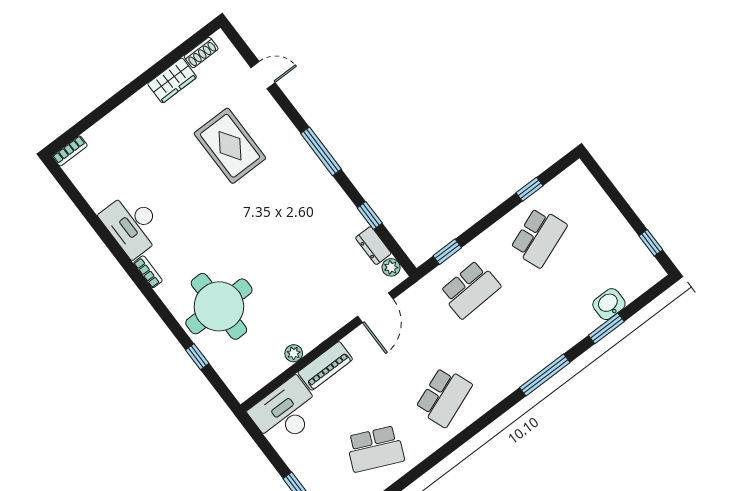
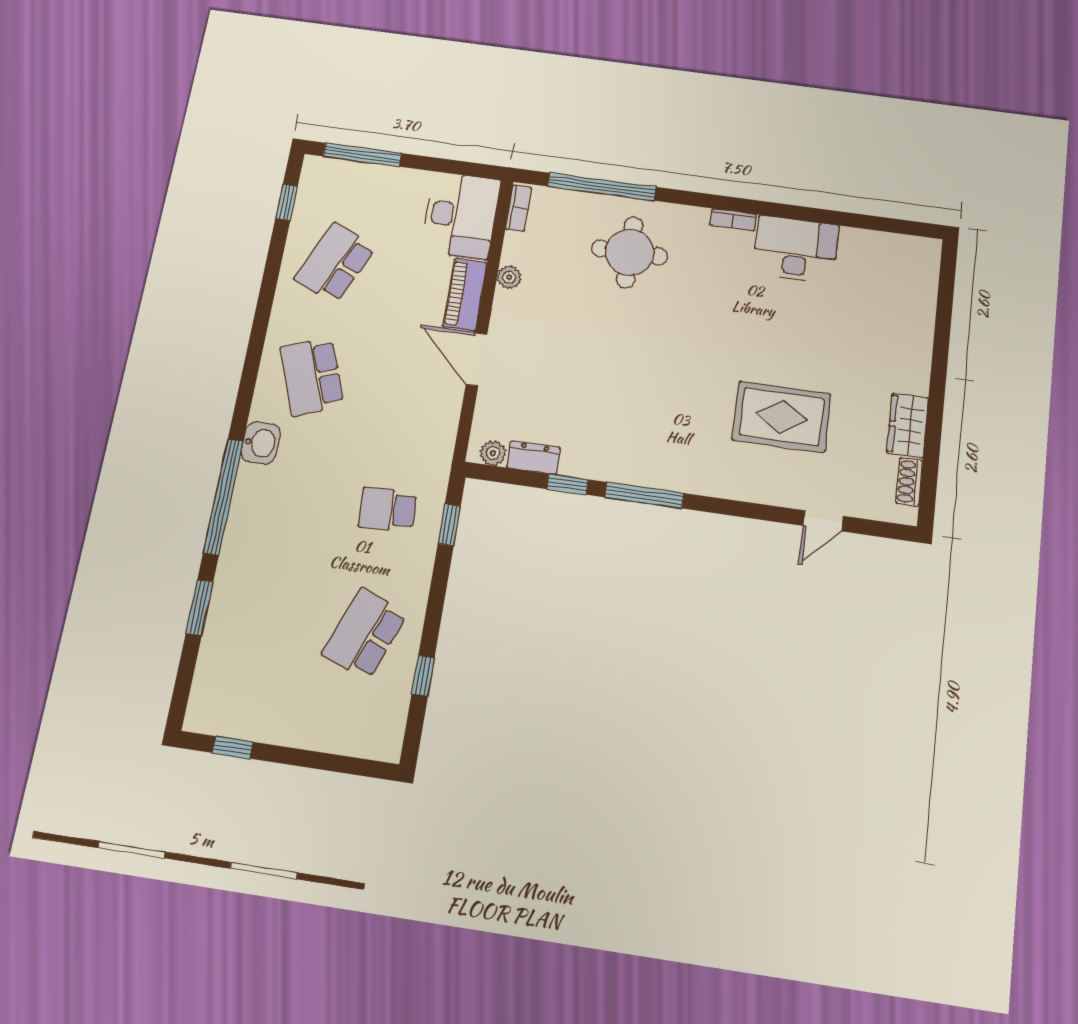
bookcase: (70, 151) -> (519, 208), moved, turned 180
window: (321, 151) -> (644, 495), moved
school desk: (539, 237) -> (365, 634), turned 42
school desk: (470, 289) -> (388, 509), width x0.54
washbasin: (609, 304) -> (261, 443), moved
round table: (219, 306) -> (630, 252), width x0.73, depth x0.73
door: (375, 308) -> (476, 359), moved
window: (197, 357) -> (602, 187), width x3.17
window: (545, 375) -> (223, 497), width x1.46

